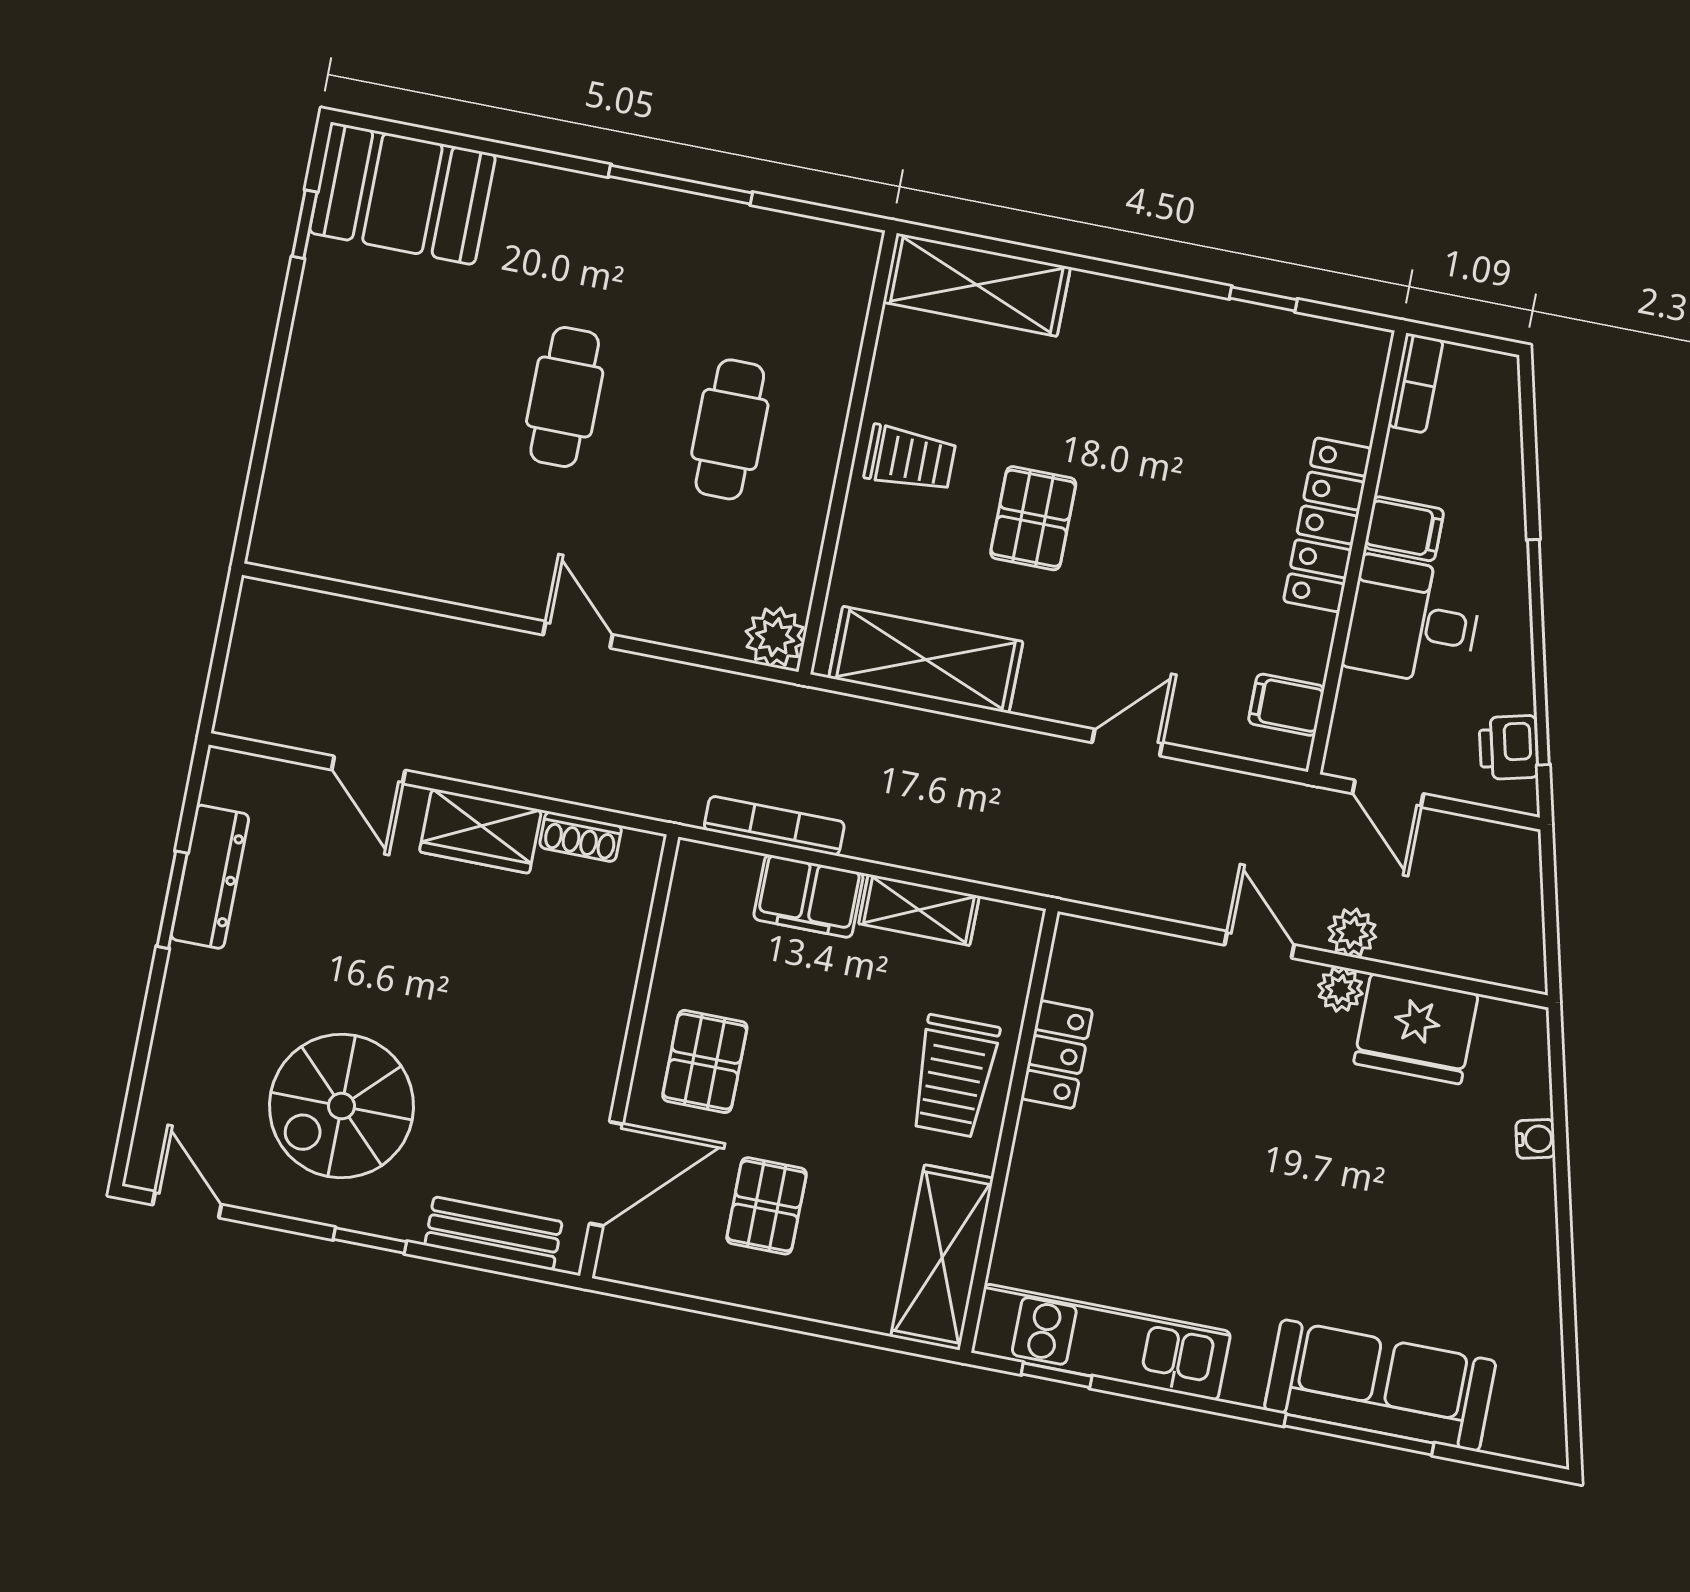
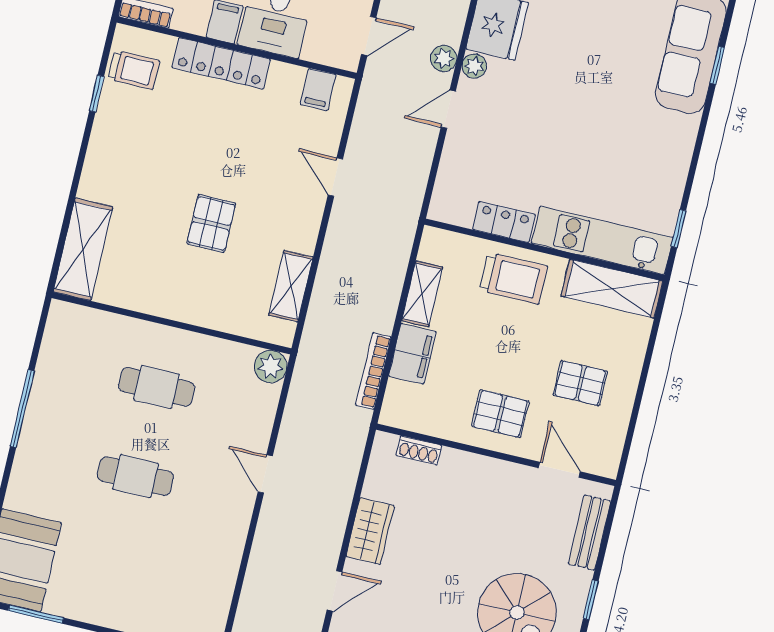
window: (305, 224) -> (36, 614), width x1.50
trolley: (910, 459) -> (134, 70), moved, turned 90
pallet: (1033, 518) -> (211, 223), turned 90
door: (578, 635) -> (265, 474), hinge flipped
shelving: (926, 660) -> (291, 286), width x0.67, depth x0.75
shoe rack: (581, 837) -> (419, 450), moved, turned 90
door: (606, 1174) -> (559, 470), width x0.73
kitchen unit: (1101, 1342) -> (602, 240), moved, turned 90
window: (1359, 1435) -> (717, 65), width x0.46

